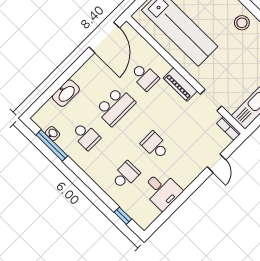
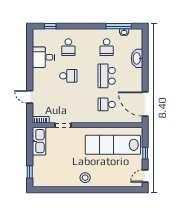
piano: (180, 84) -> (85, 118), removed
school desk: (86, 136) -> (107, 47), turned -90

